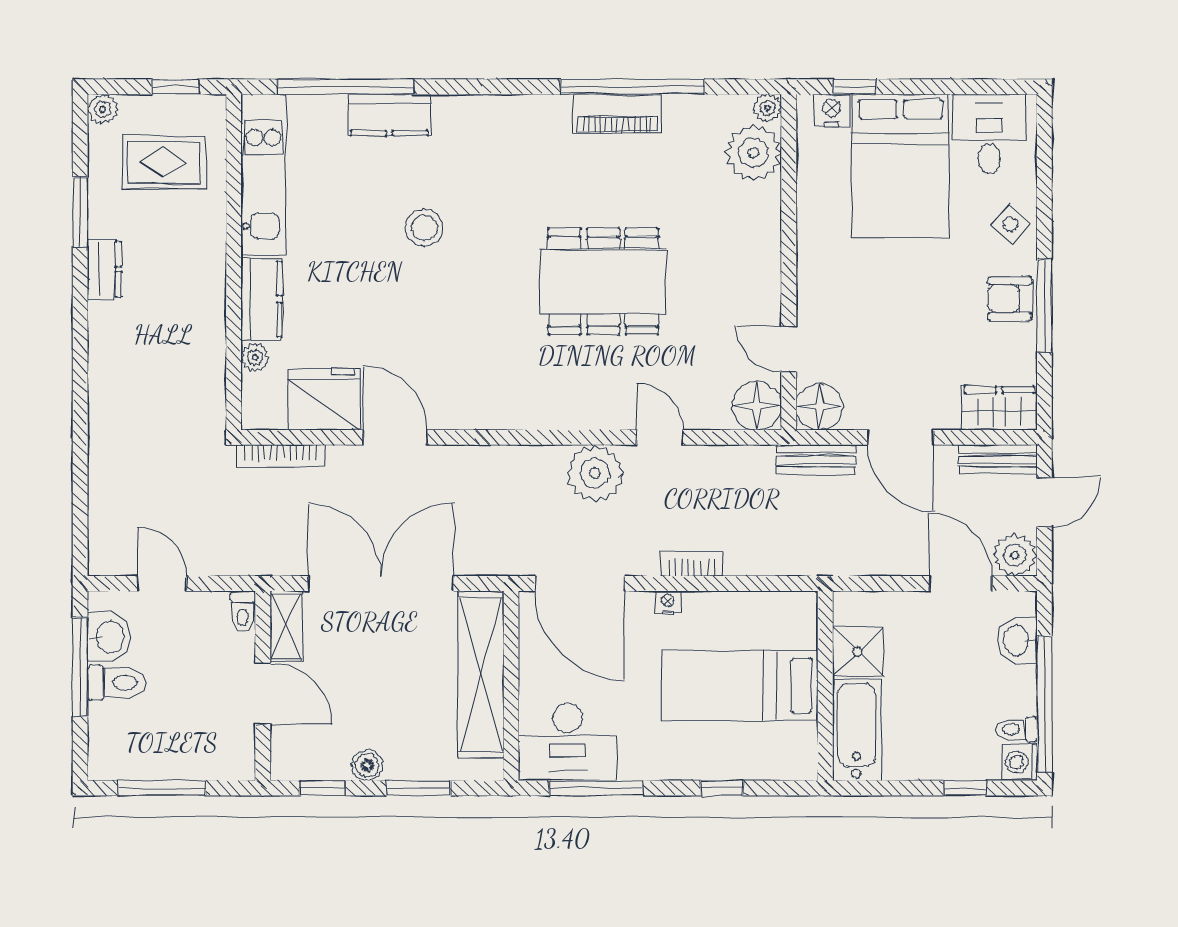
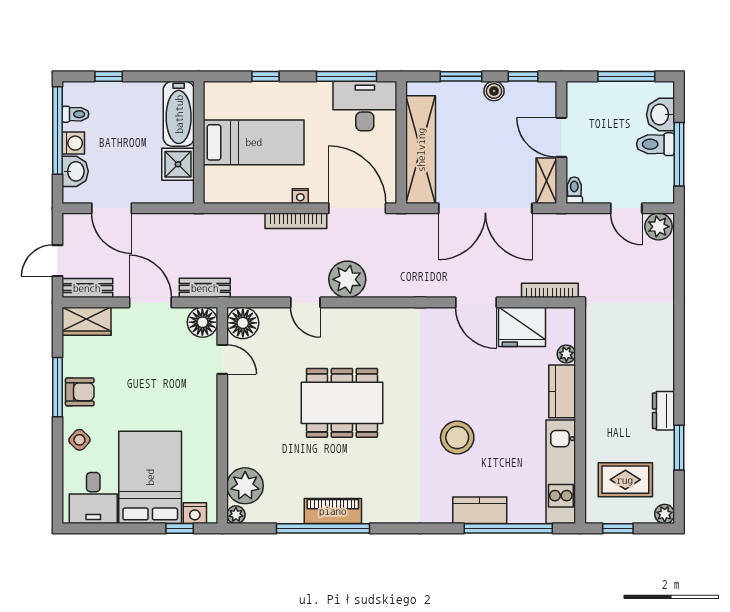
stool: (424, 228) -> (457, 437), width x1.38, depth x1.38
plant: (1015, 555) -> (659, 227), moved
bookcase: (692, 564) -> (296, 221), width x1.56
washbasin: (109, 637) -> (661, 115), moved
washing machine: (1020, 762) -> (73, 143), moved

